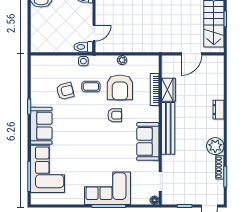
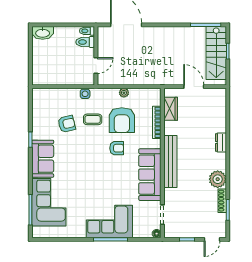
toilet: (83, 47) -> (85, 42), moved
door: (191, 54) -> (194, 87), swing flipped
wardrobe: (168, 90) -> (171, 109), moved
sofa: (148, 141) -> (150, 175), width x1.36

